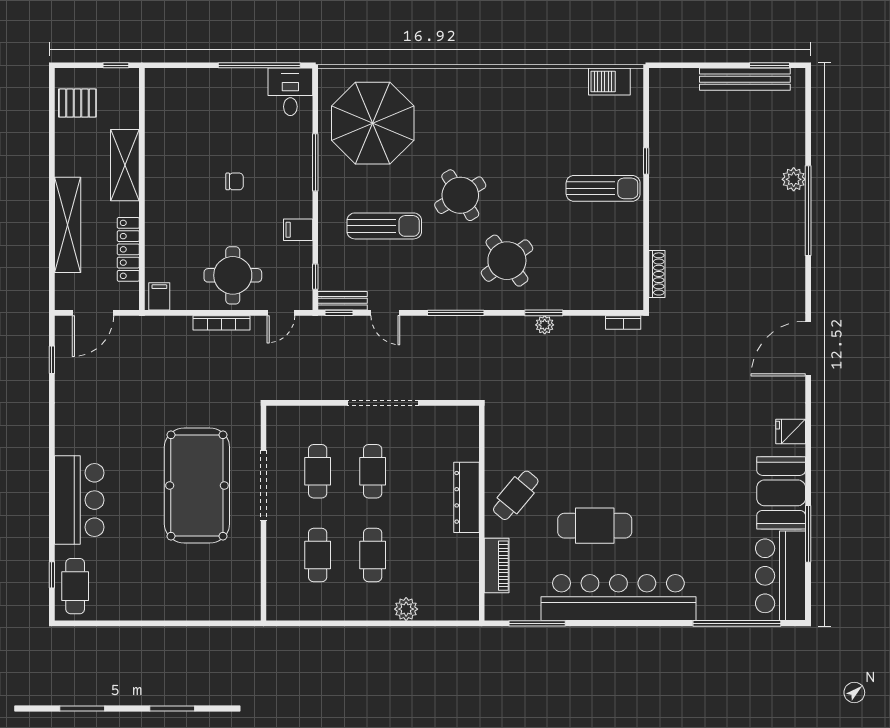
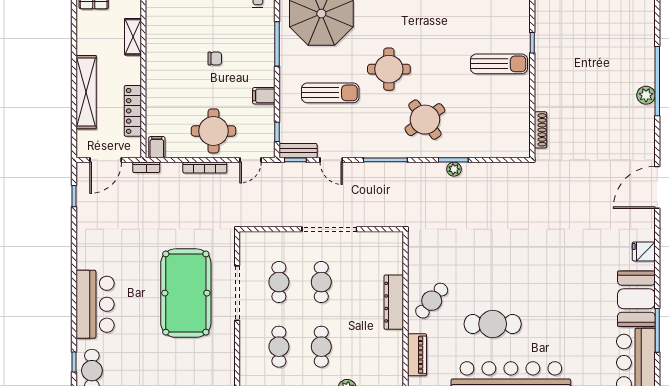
shelving: (125, 165) -> (133, 37), width x0.67, depth x0.75
plant: (794, 179) -> (646, 95), moved
round table: (460, 195) -> (389, 69), turned 31
bookcase: (623, 322) -> (146, 167), moved

